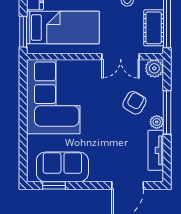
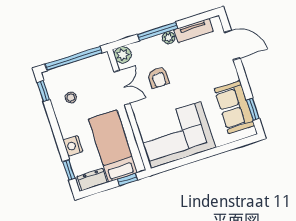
cot: (154, 28) -> (87, 67), removed
window: (23, 32) -> (128, 180), width x0.67
armchair: (134, 103) -> (158, 77), moved, turned -120

